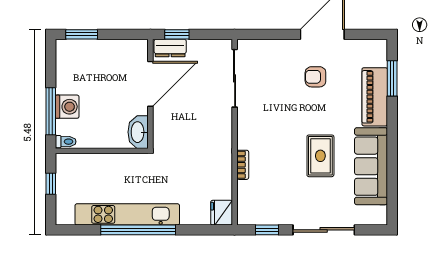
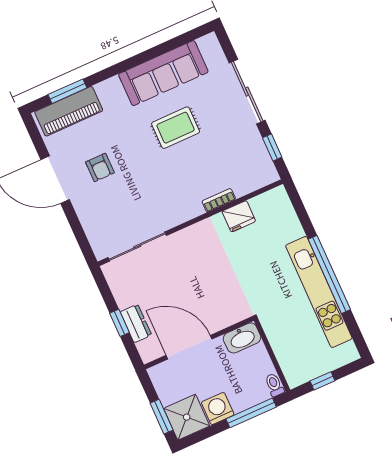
shower: (72, 55) -> (187, 417), added
door: (150, 84) -> (189, 347), moved
wall: (150, 94) -> (199, 343), moved
piano: (375, 97) -> (69, 111), moved
washing machine: (67, 107) -> (218, 409), moved
washbasin: (138, 132) -> (242, 338), moved
fridge: (222, 213) -> (239, 216), moved

